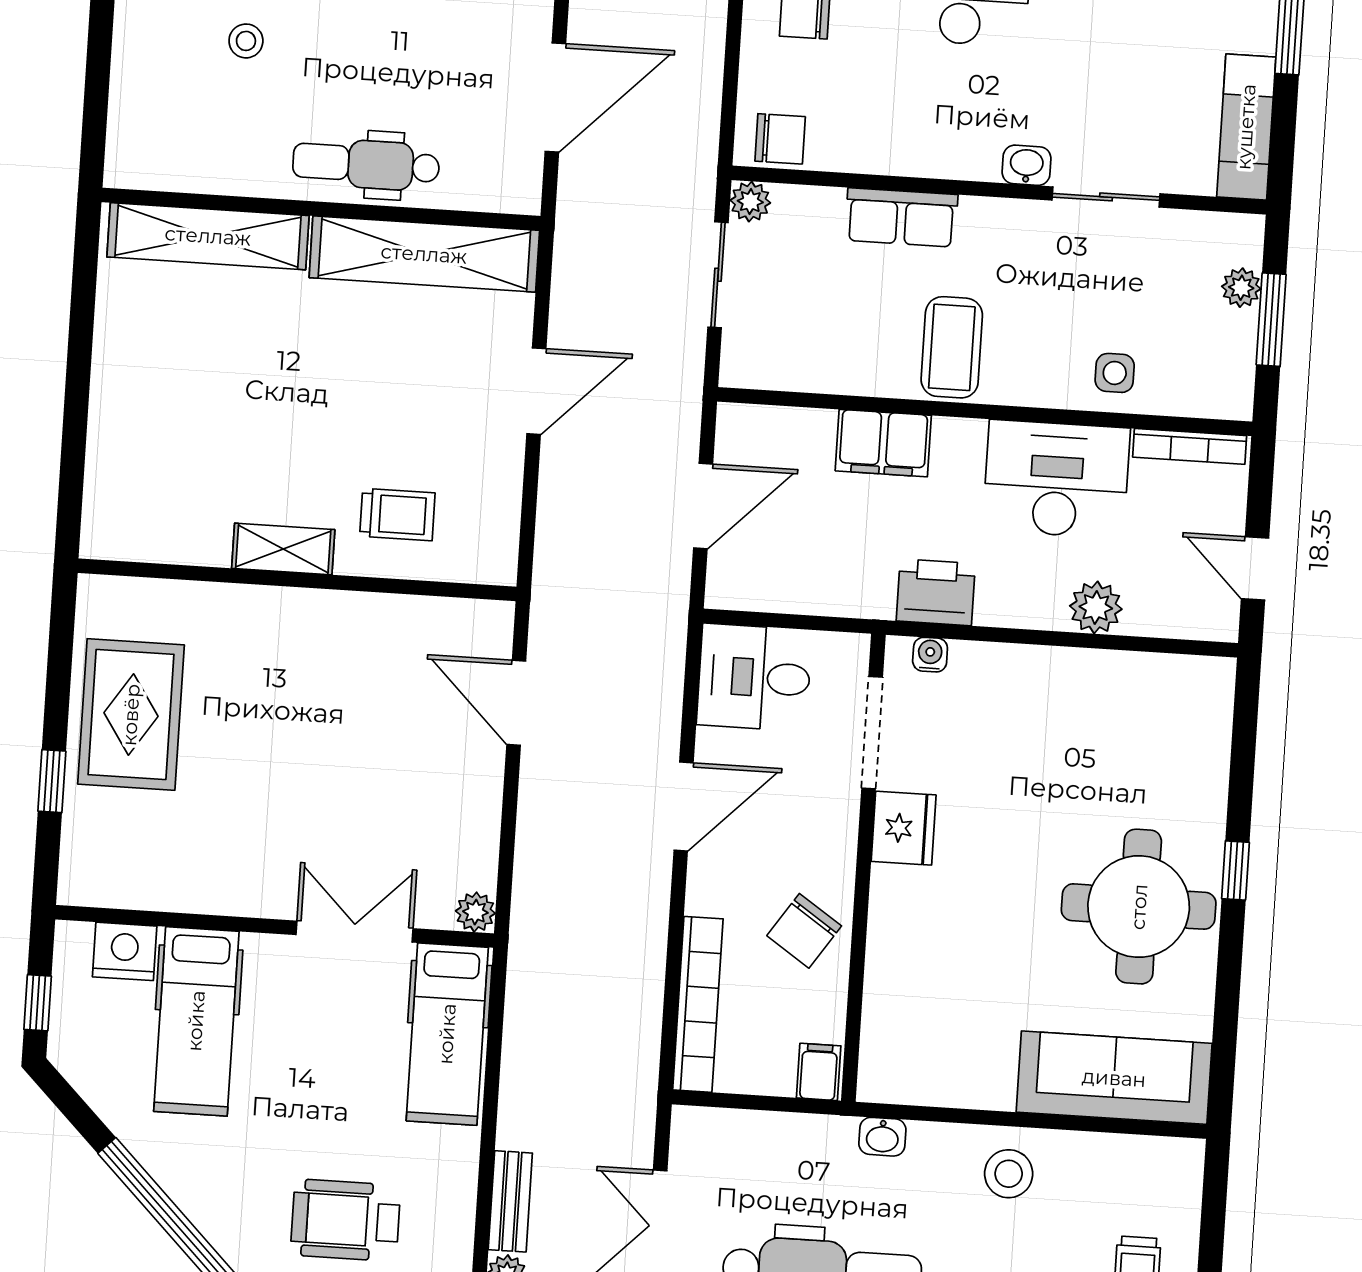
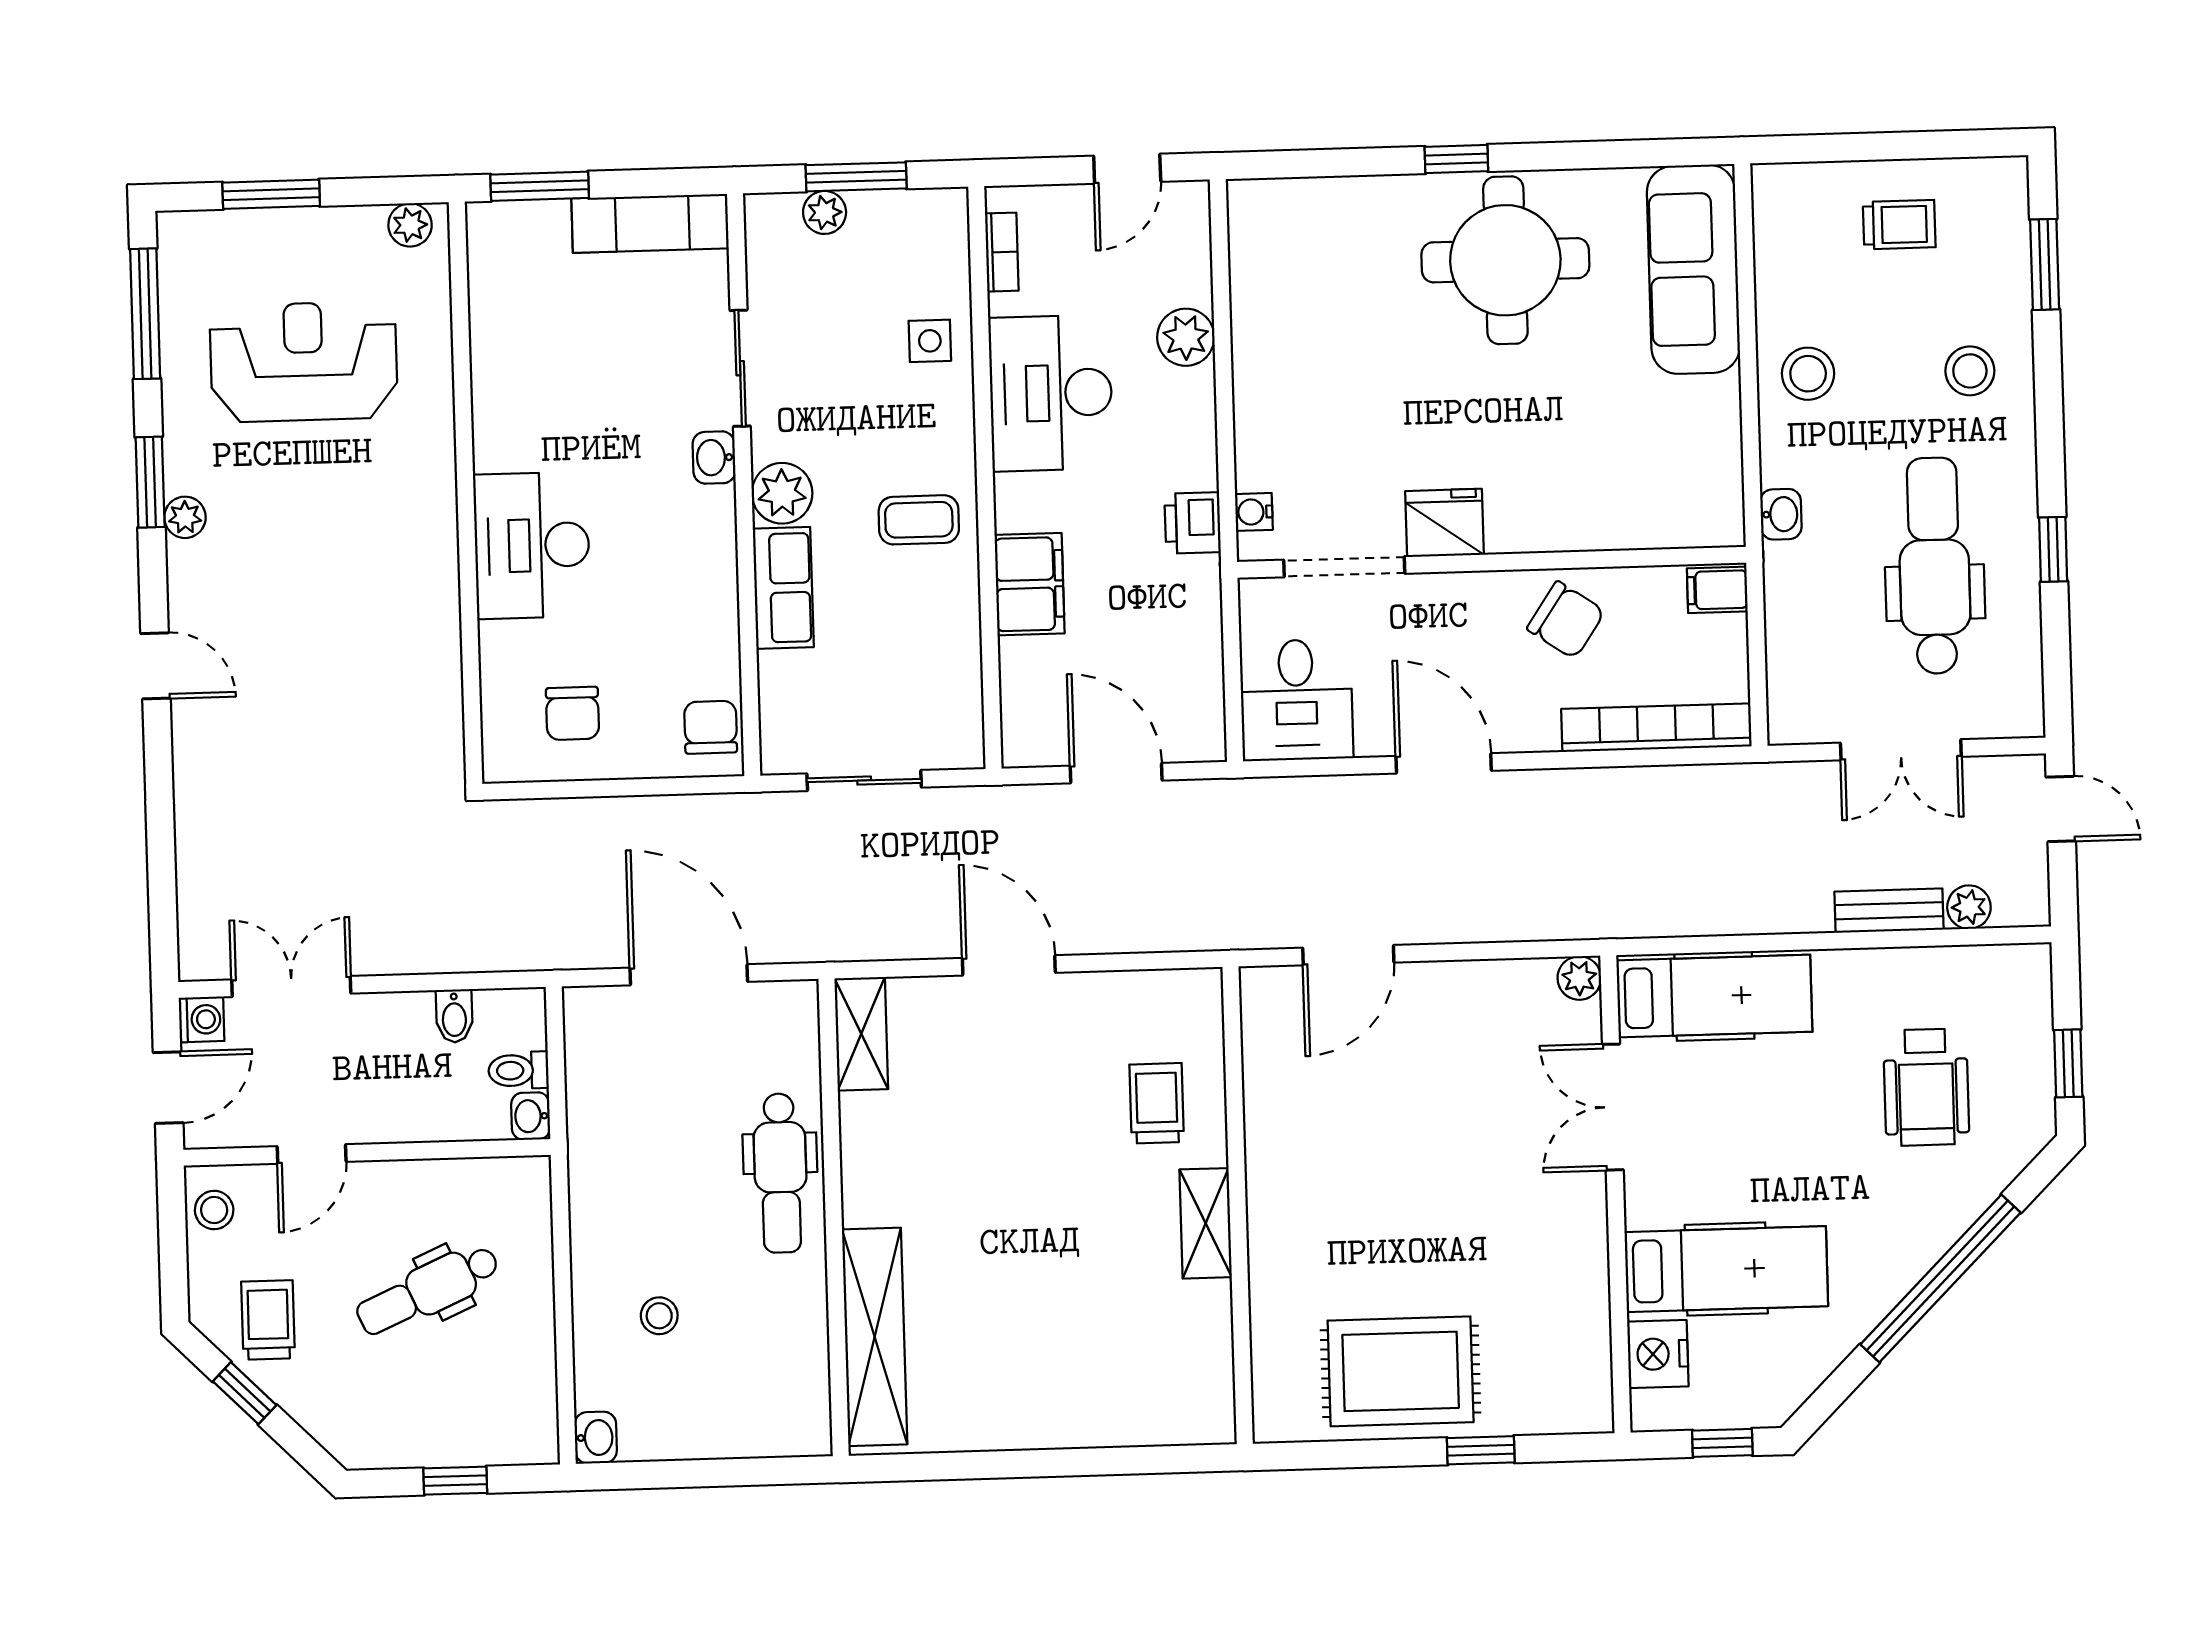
plant: (750, 202) -> (782, 493), moved, width x1.38, depth x1.38
shelving: (424, 254) -> (861, 1034), width x0.45, depth x0.75
coffee table: (952, 347) -> (919, 520), width x0.73, depth x0.77
bookcase: (1190, 446) -> (1002, 252), width x0.64
printer: (936, 592) -> (1193, 523), width x0.73, depth x0.81

